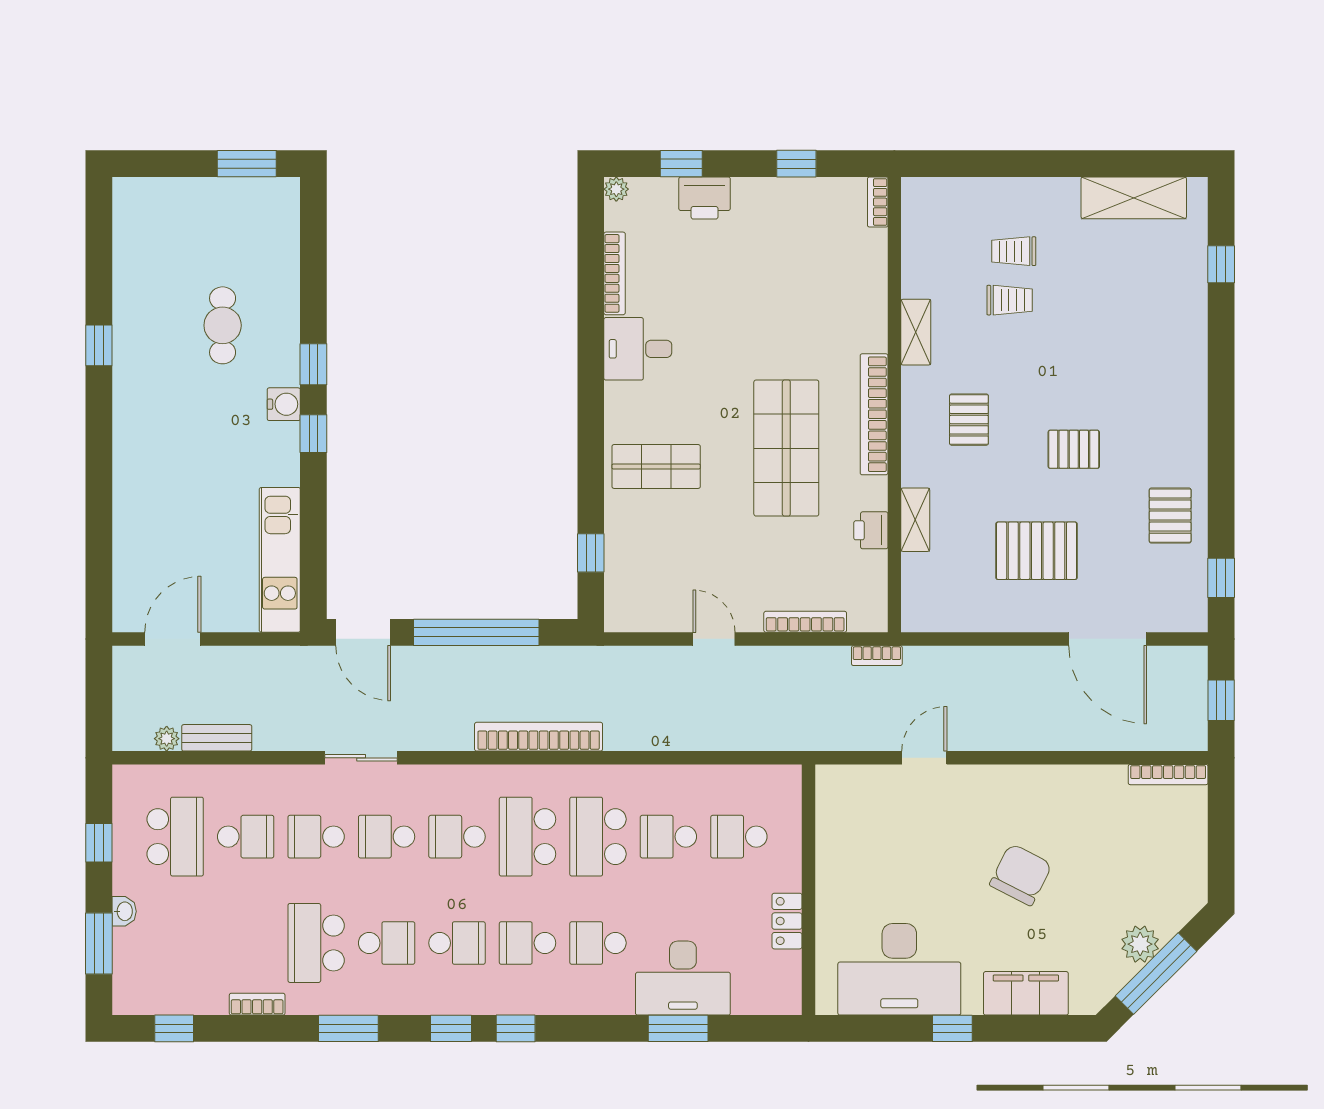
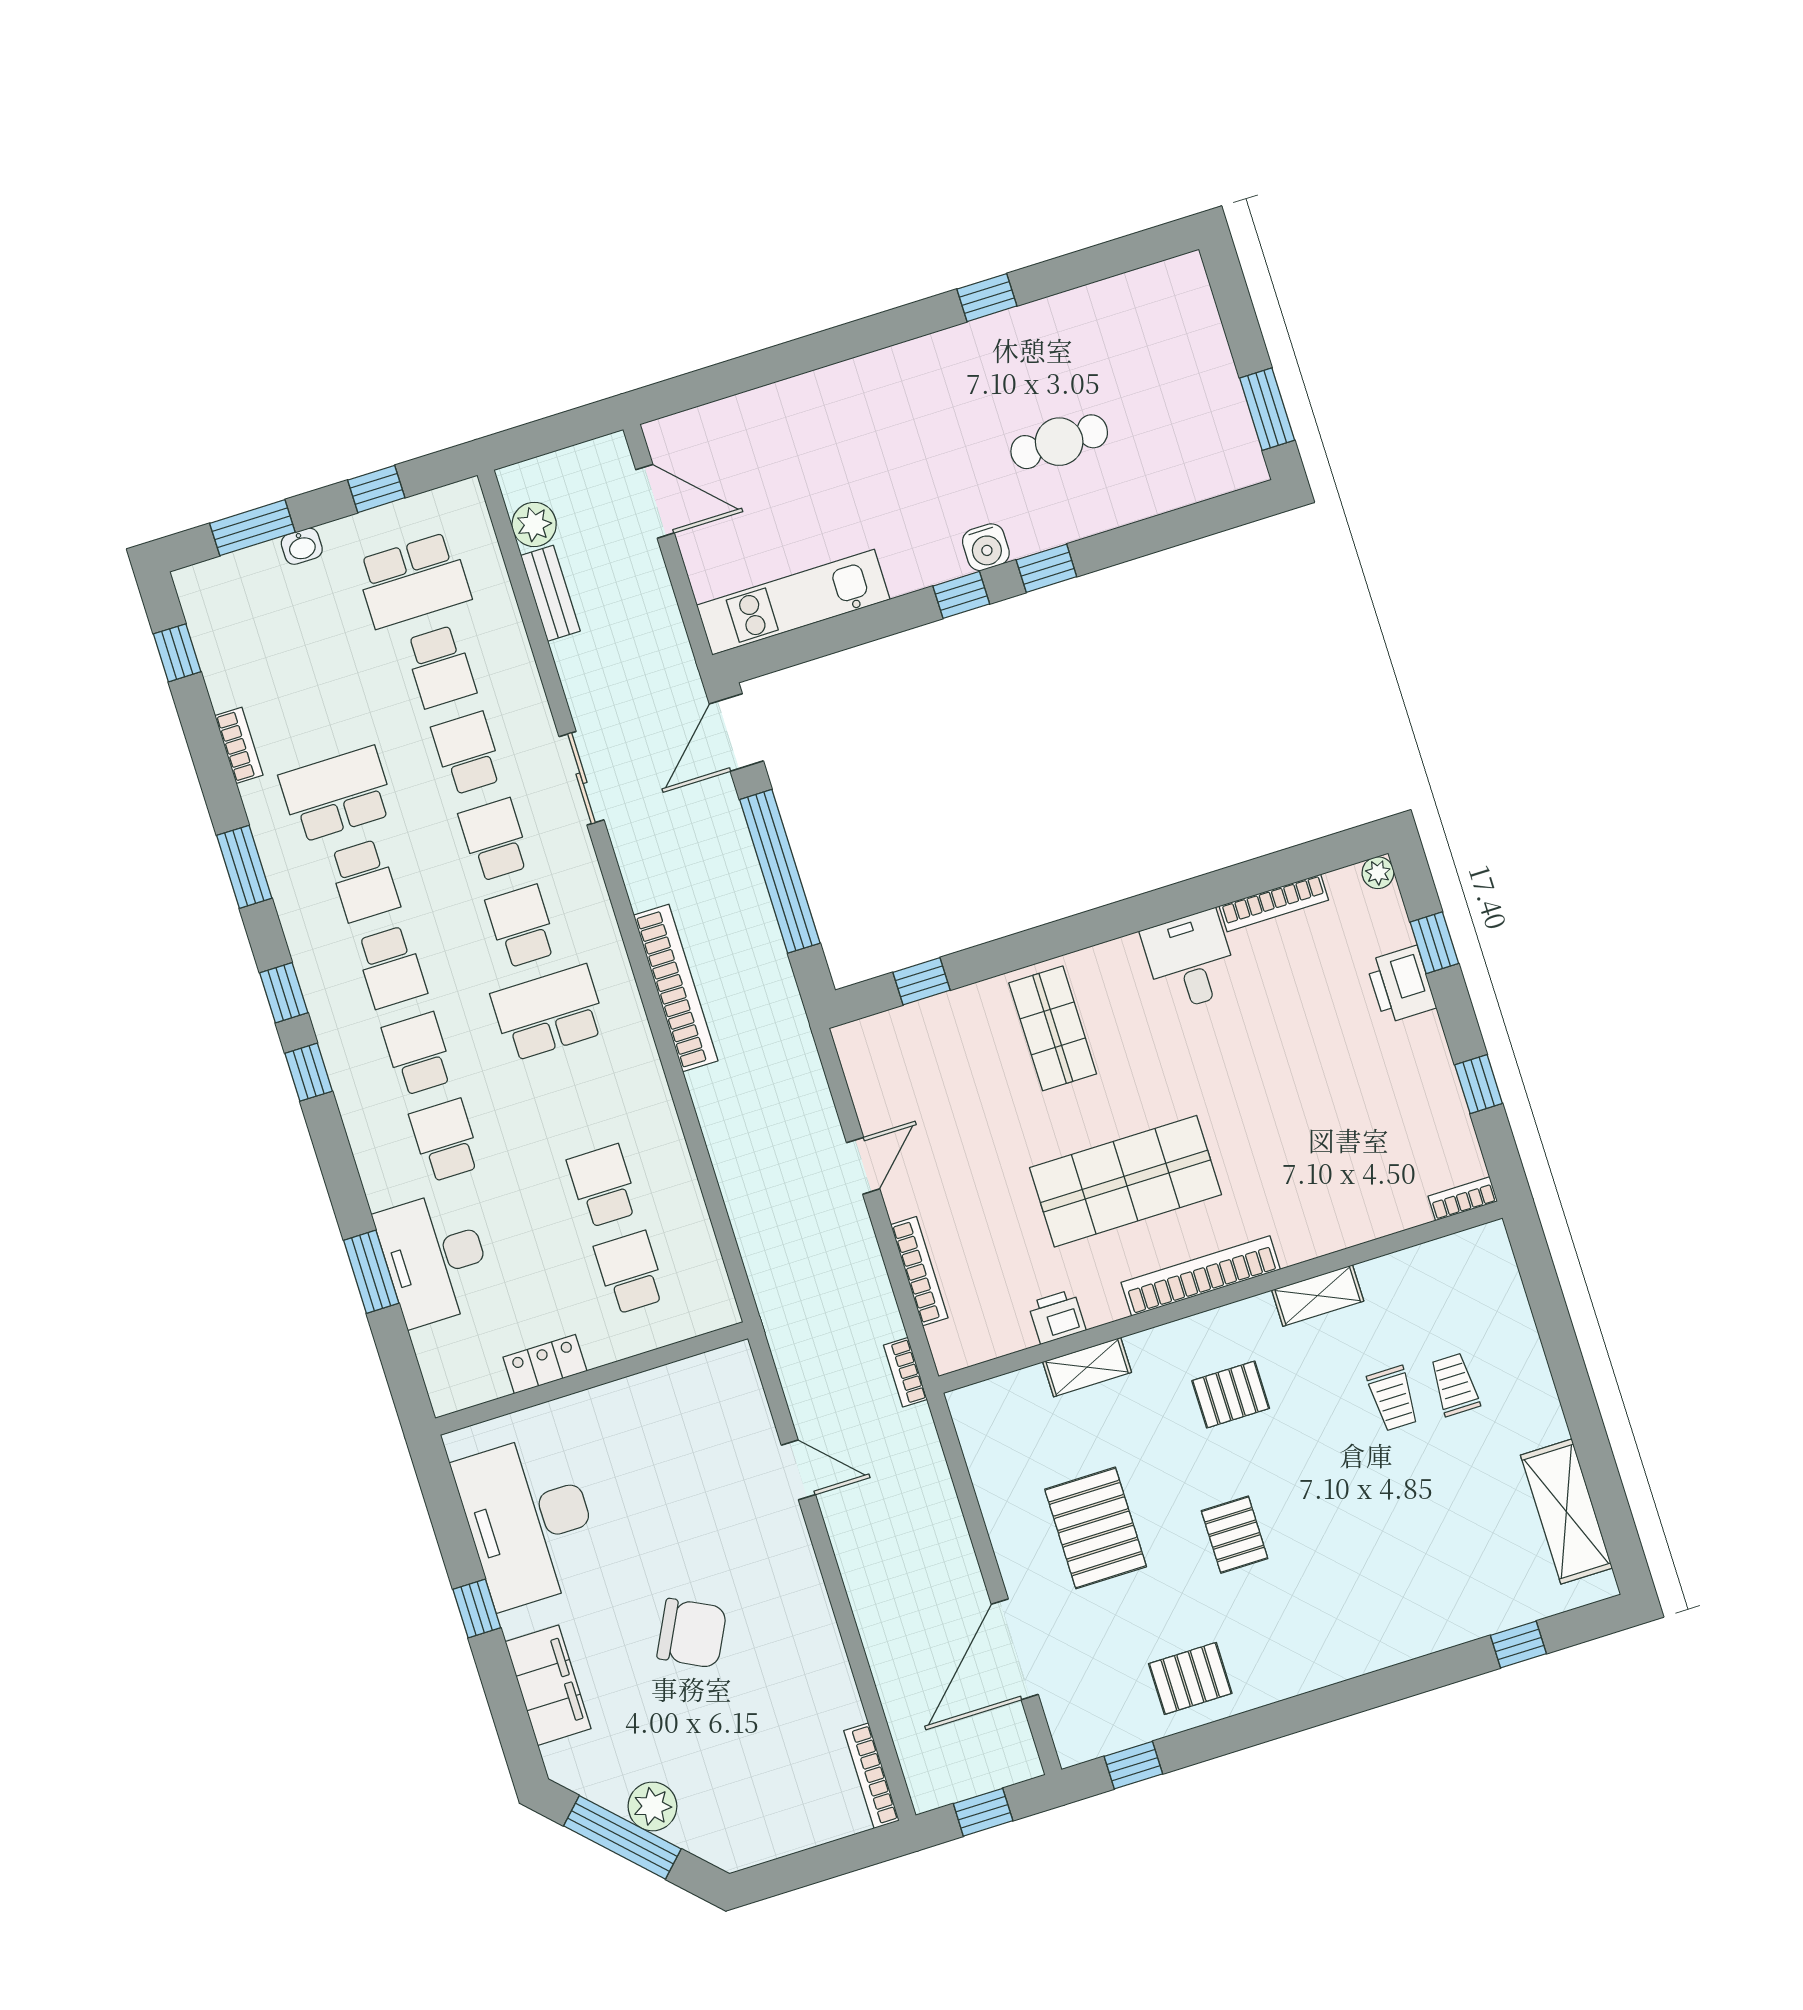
plant: (167, 739) -> (534, 524), width x1.38, depth x1.38
school desk: (598, 837) -> (576, 1099), removed

